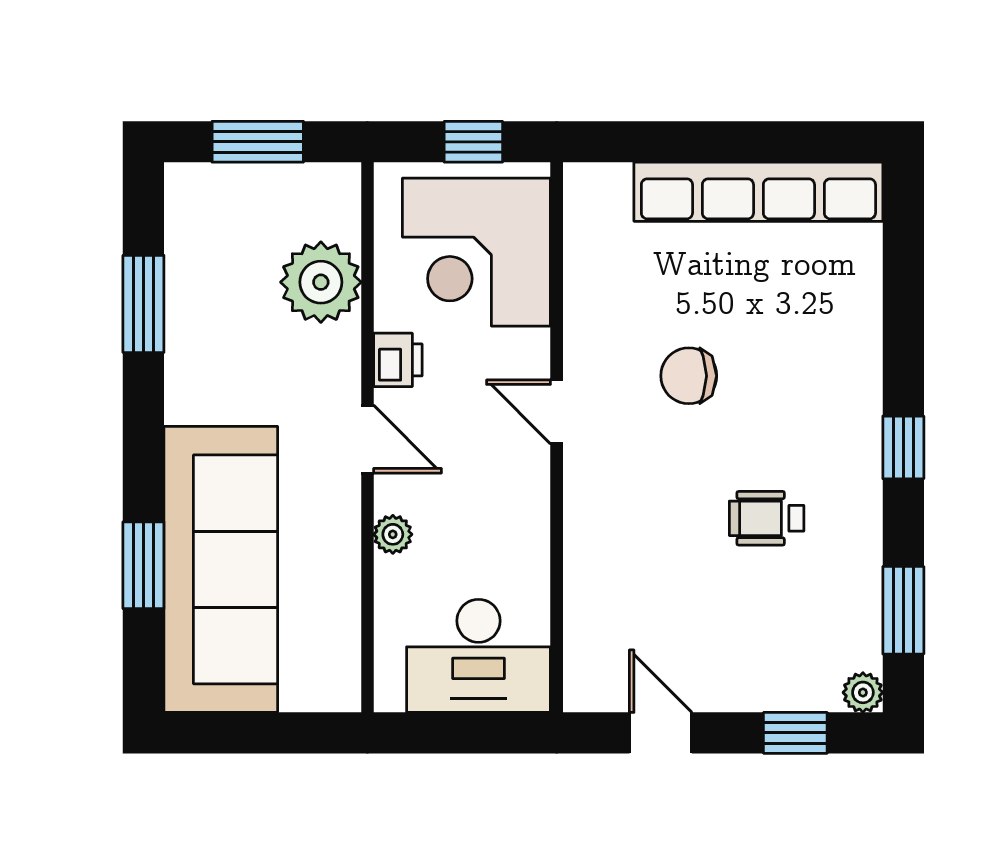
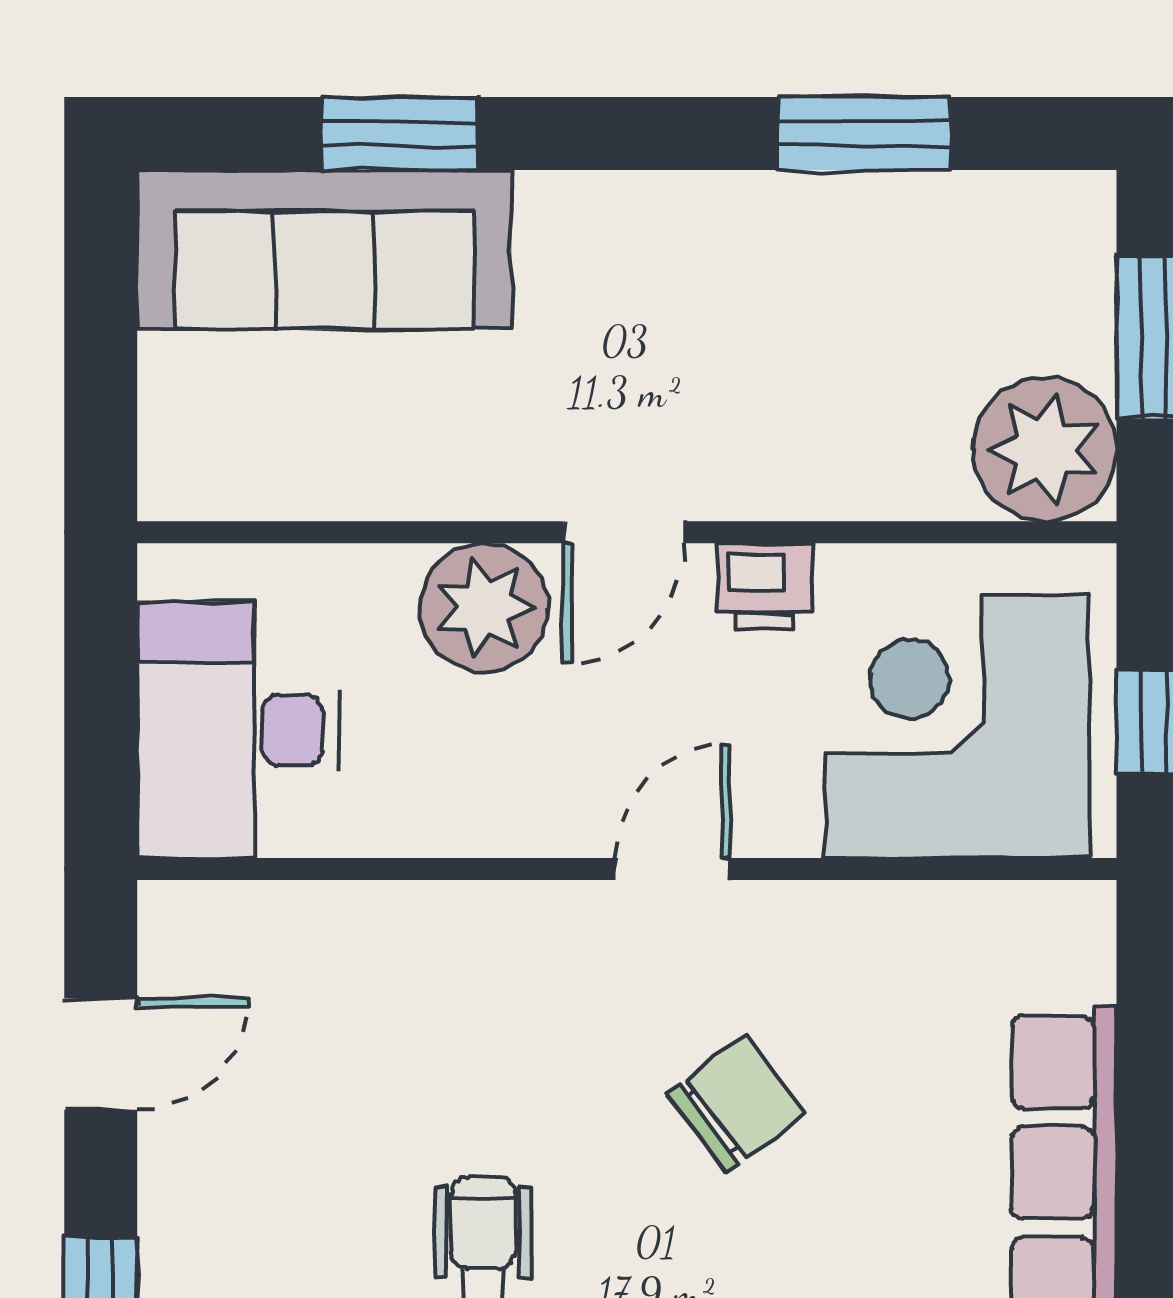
plant: (321, 282) -> (1045, 449), moved
chair: (689, 376) -> (737, 1104), turned 53
plant: (393, 534) -> (484, 607), width x1.88, depth x1.88
sofa: (221, 569) -> (324, 250), width x0.74, depth x0.79

